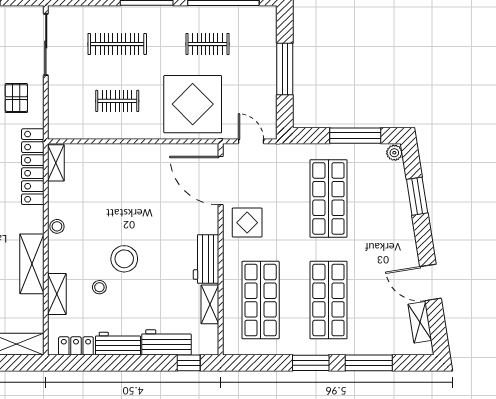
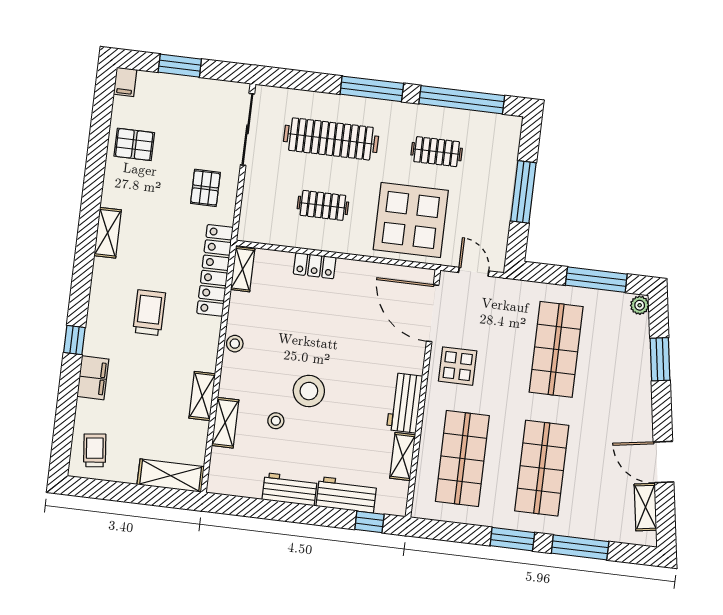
clothes rail: (117, 44) -> (331, 139), width x1.37, depth x1.31
shelving: (32, 264) -> (202, 396), width x0.67, depth x0.75
locker: (76, 346) -> (315, 266), moved, turned 180

